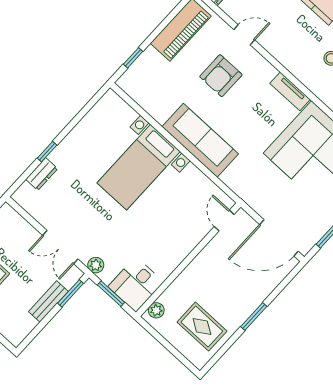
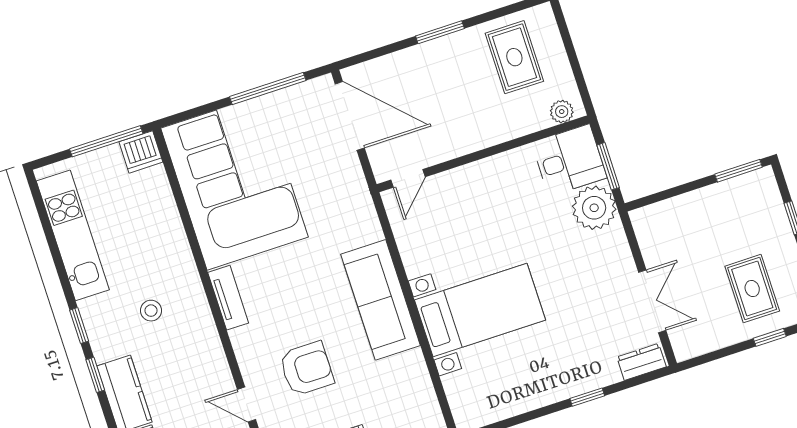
dresser: (42, 174) -> (641, 362), moved
double door: (60, 247) -> (652, 301), moved
plant: (96, 265) -> (594, 208), width x1.87, depth x1.87
window: (71, 293) -> (739, 171), moved
bench: (48, 301) -> (695, 202), removed

